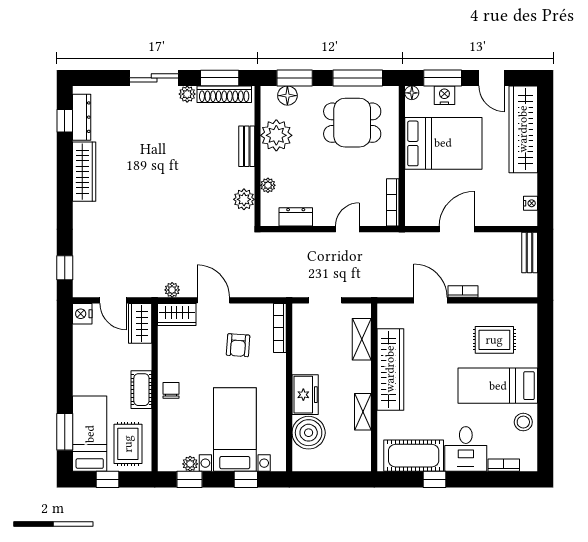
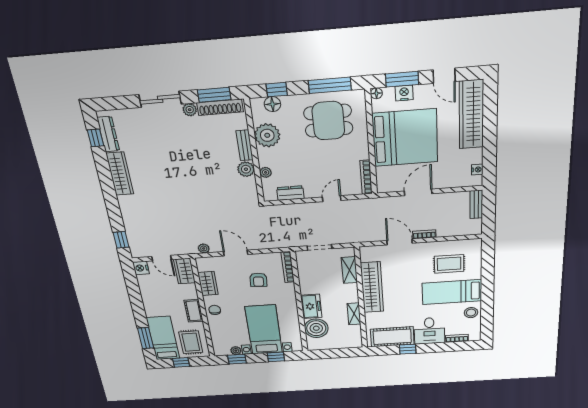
window: (295, 78) -> (277, 90), width x0.67
bed: (443, 143) -> (405, 138), width x1.36
plant: (244, 199) -> (246, 169), moved
wardrobe: (177, 314) -> (208, 283), moved, turned -90

